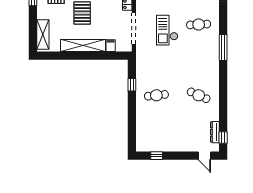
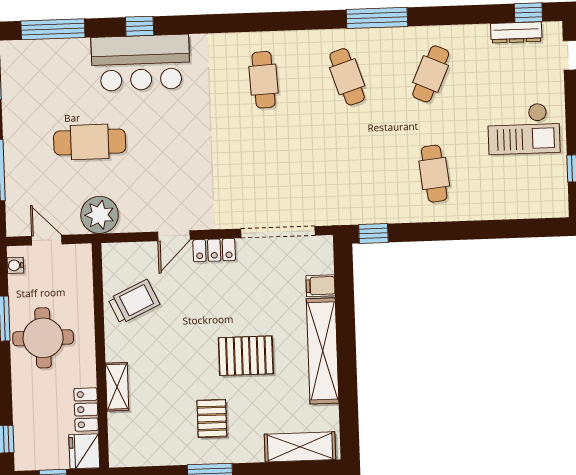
checkout: (167, 30) -> (524, 129), moved
window: (223, 47) -> (377, 18), moved
cafe table: (199, 60) -> (347, 77), added
window: (132, 85) -> (373, 233), moved

